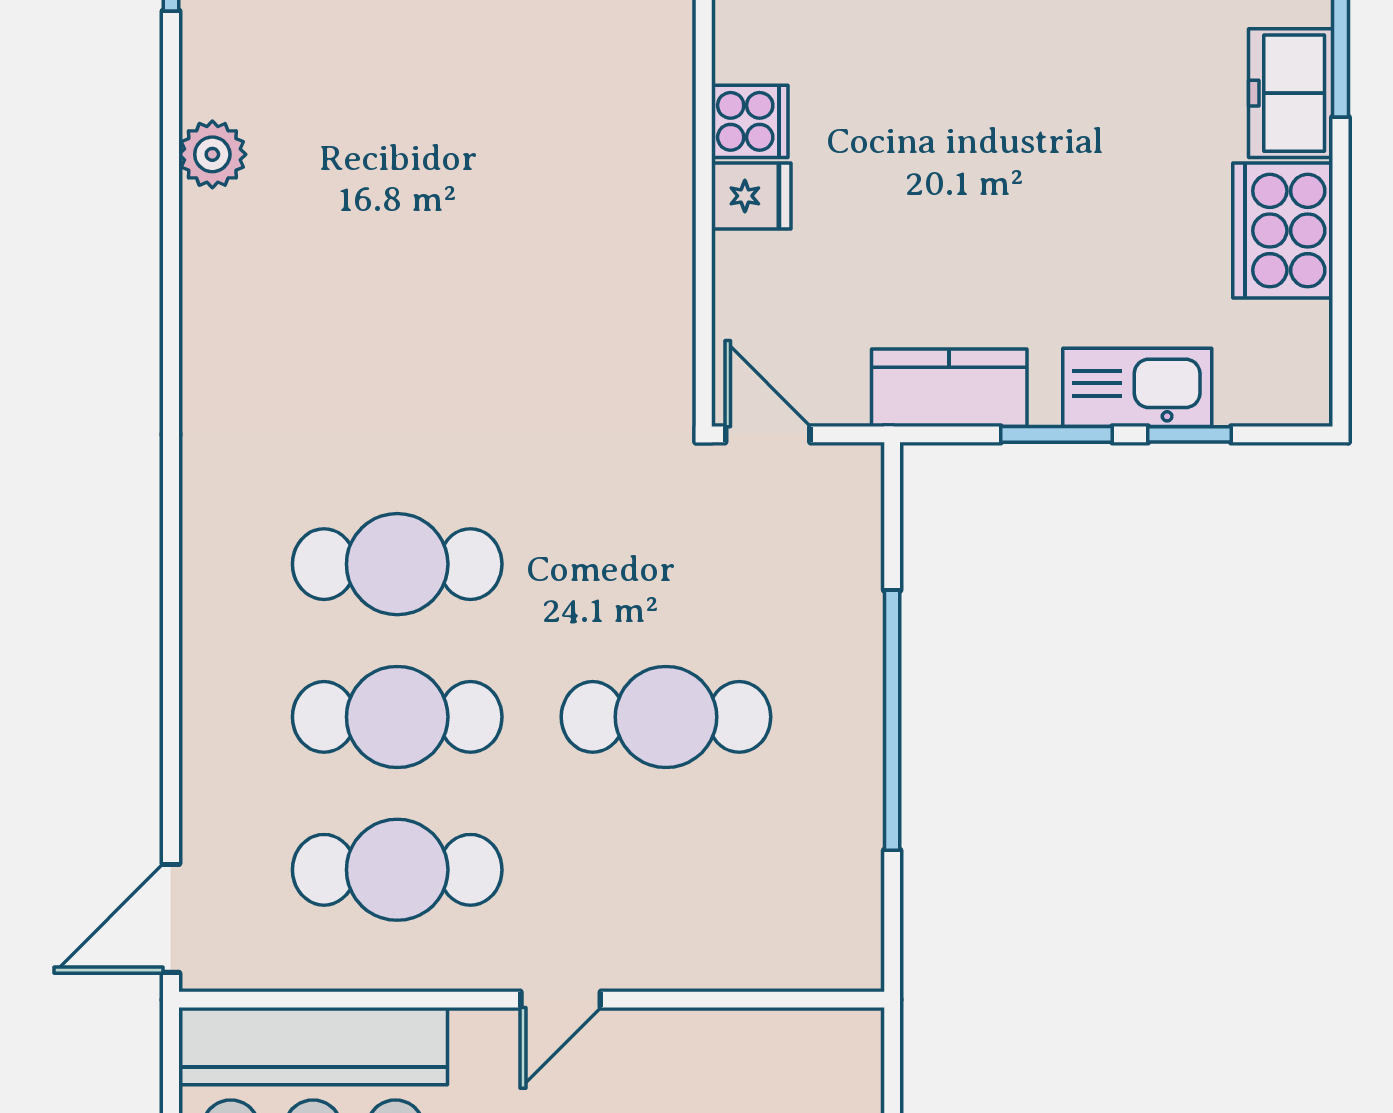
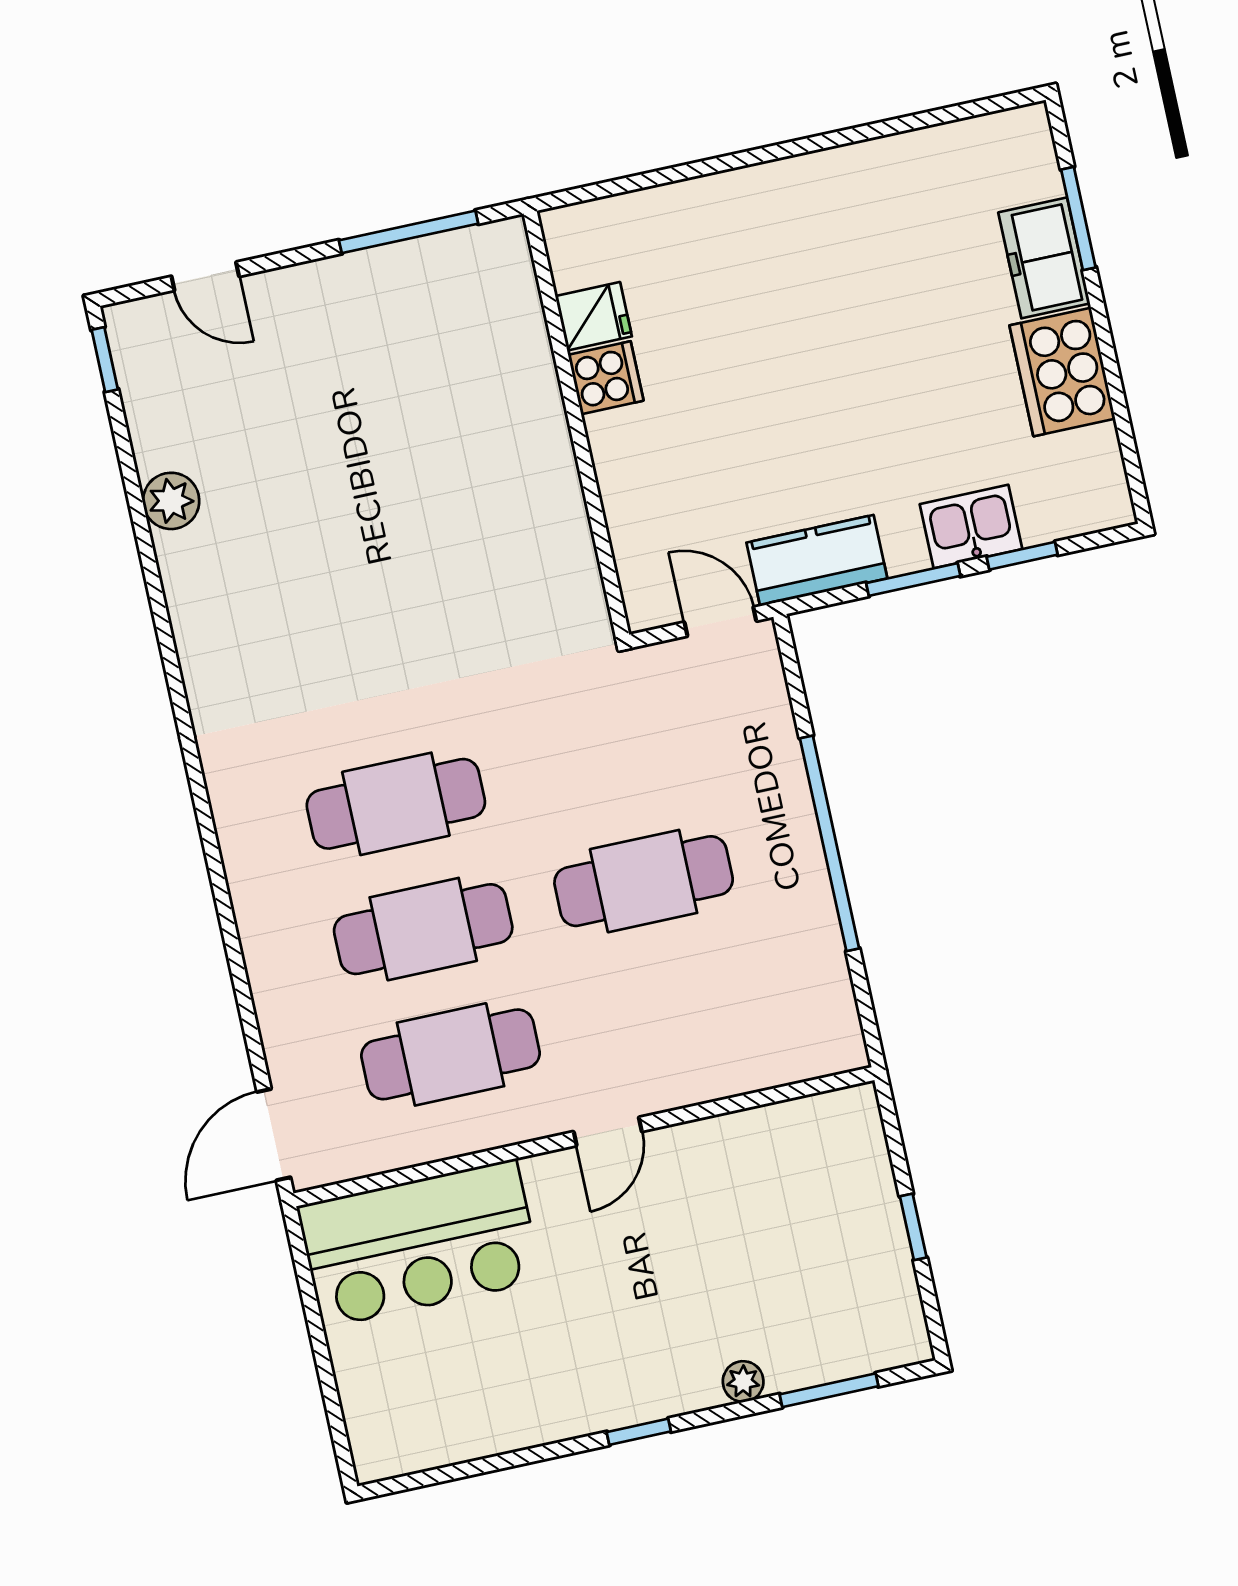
fridge: (751, 196) -> (594, 316), moved
kitchen sink: (1137, 387) -> (971, 527), width x0.73
door: (768, 434) -> (720, 622), moved

